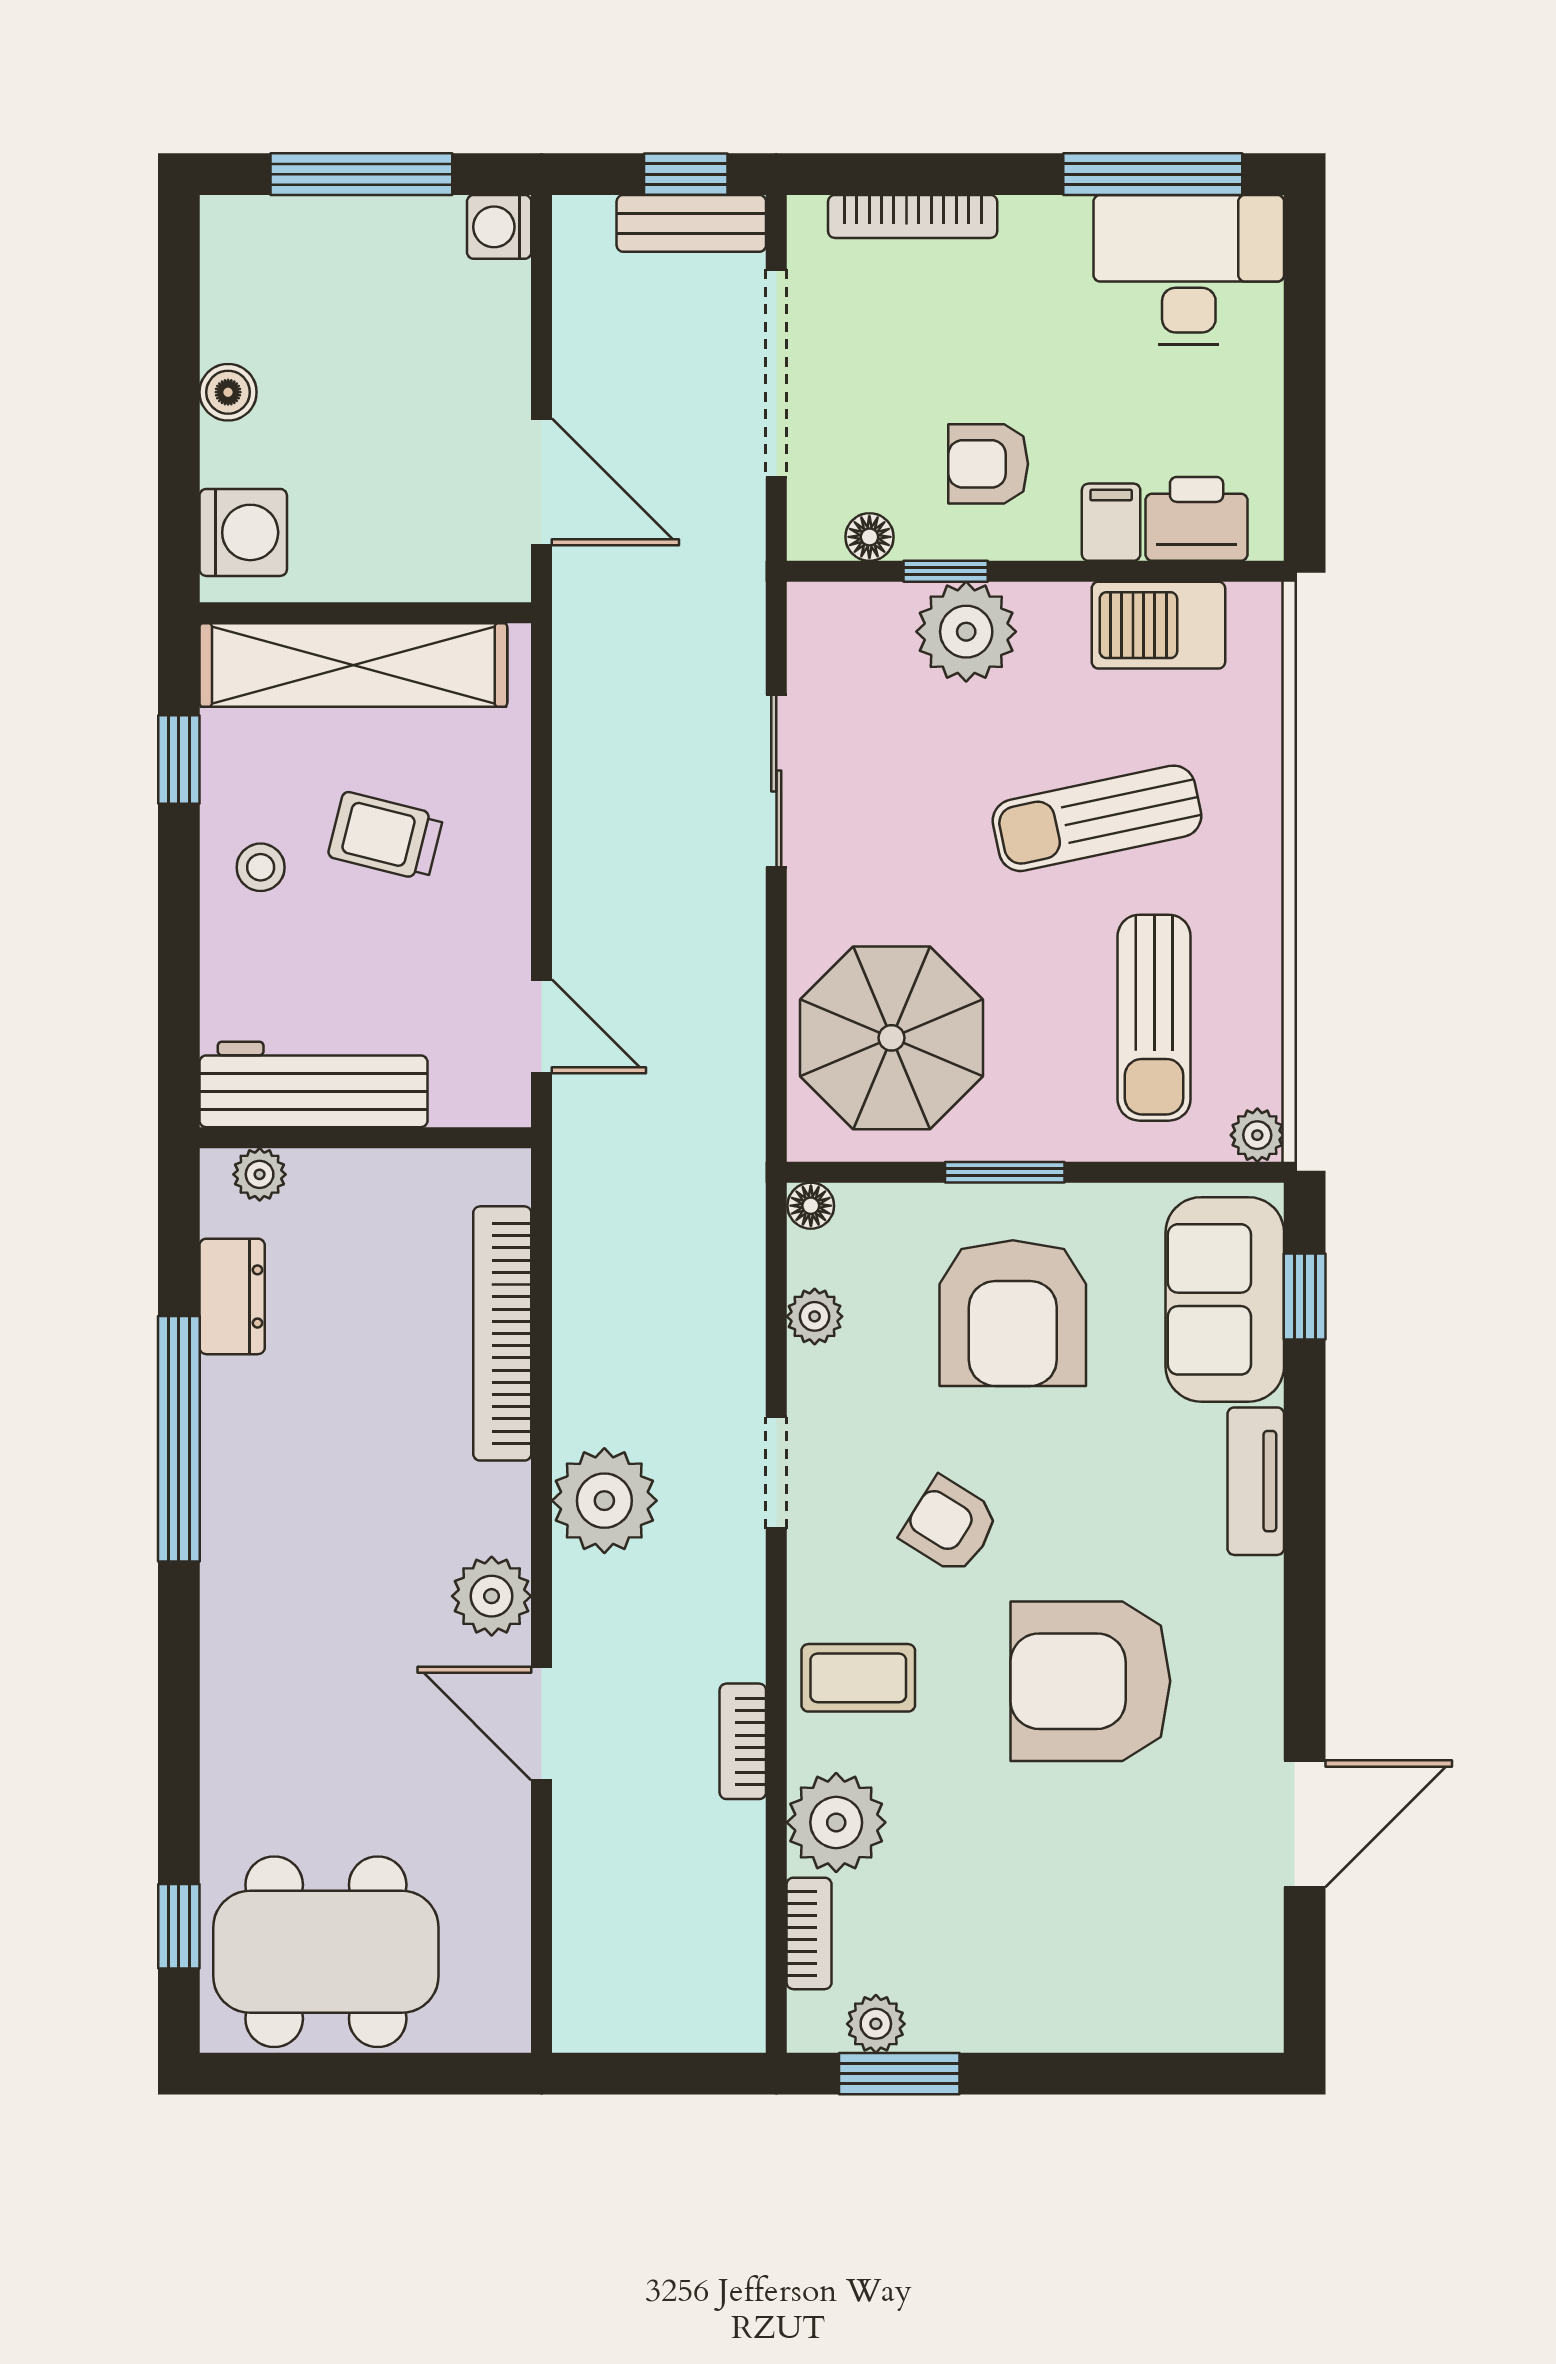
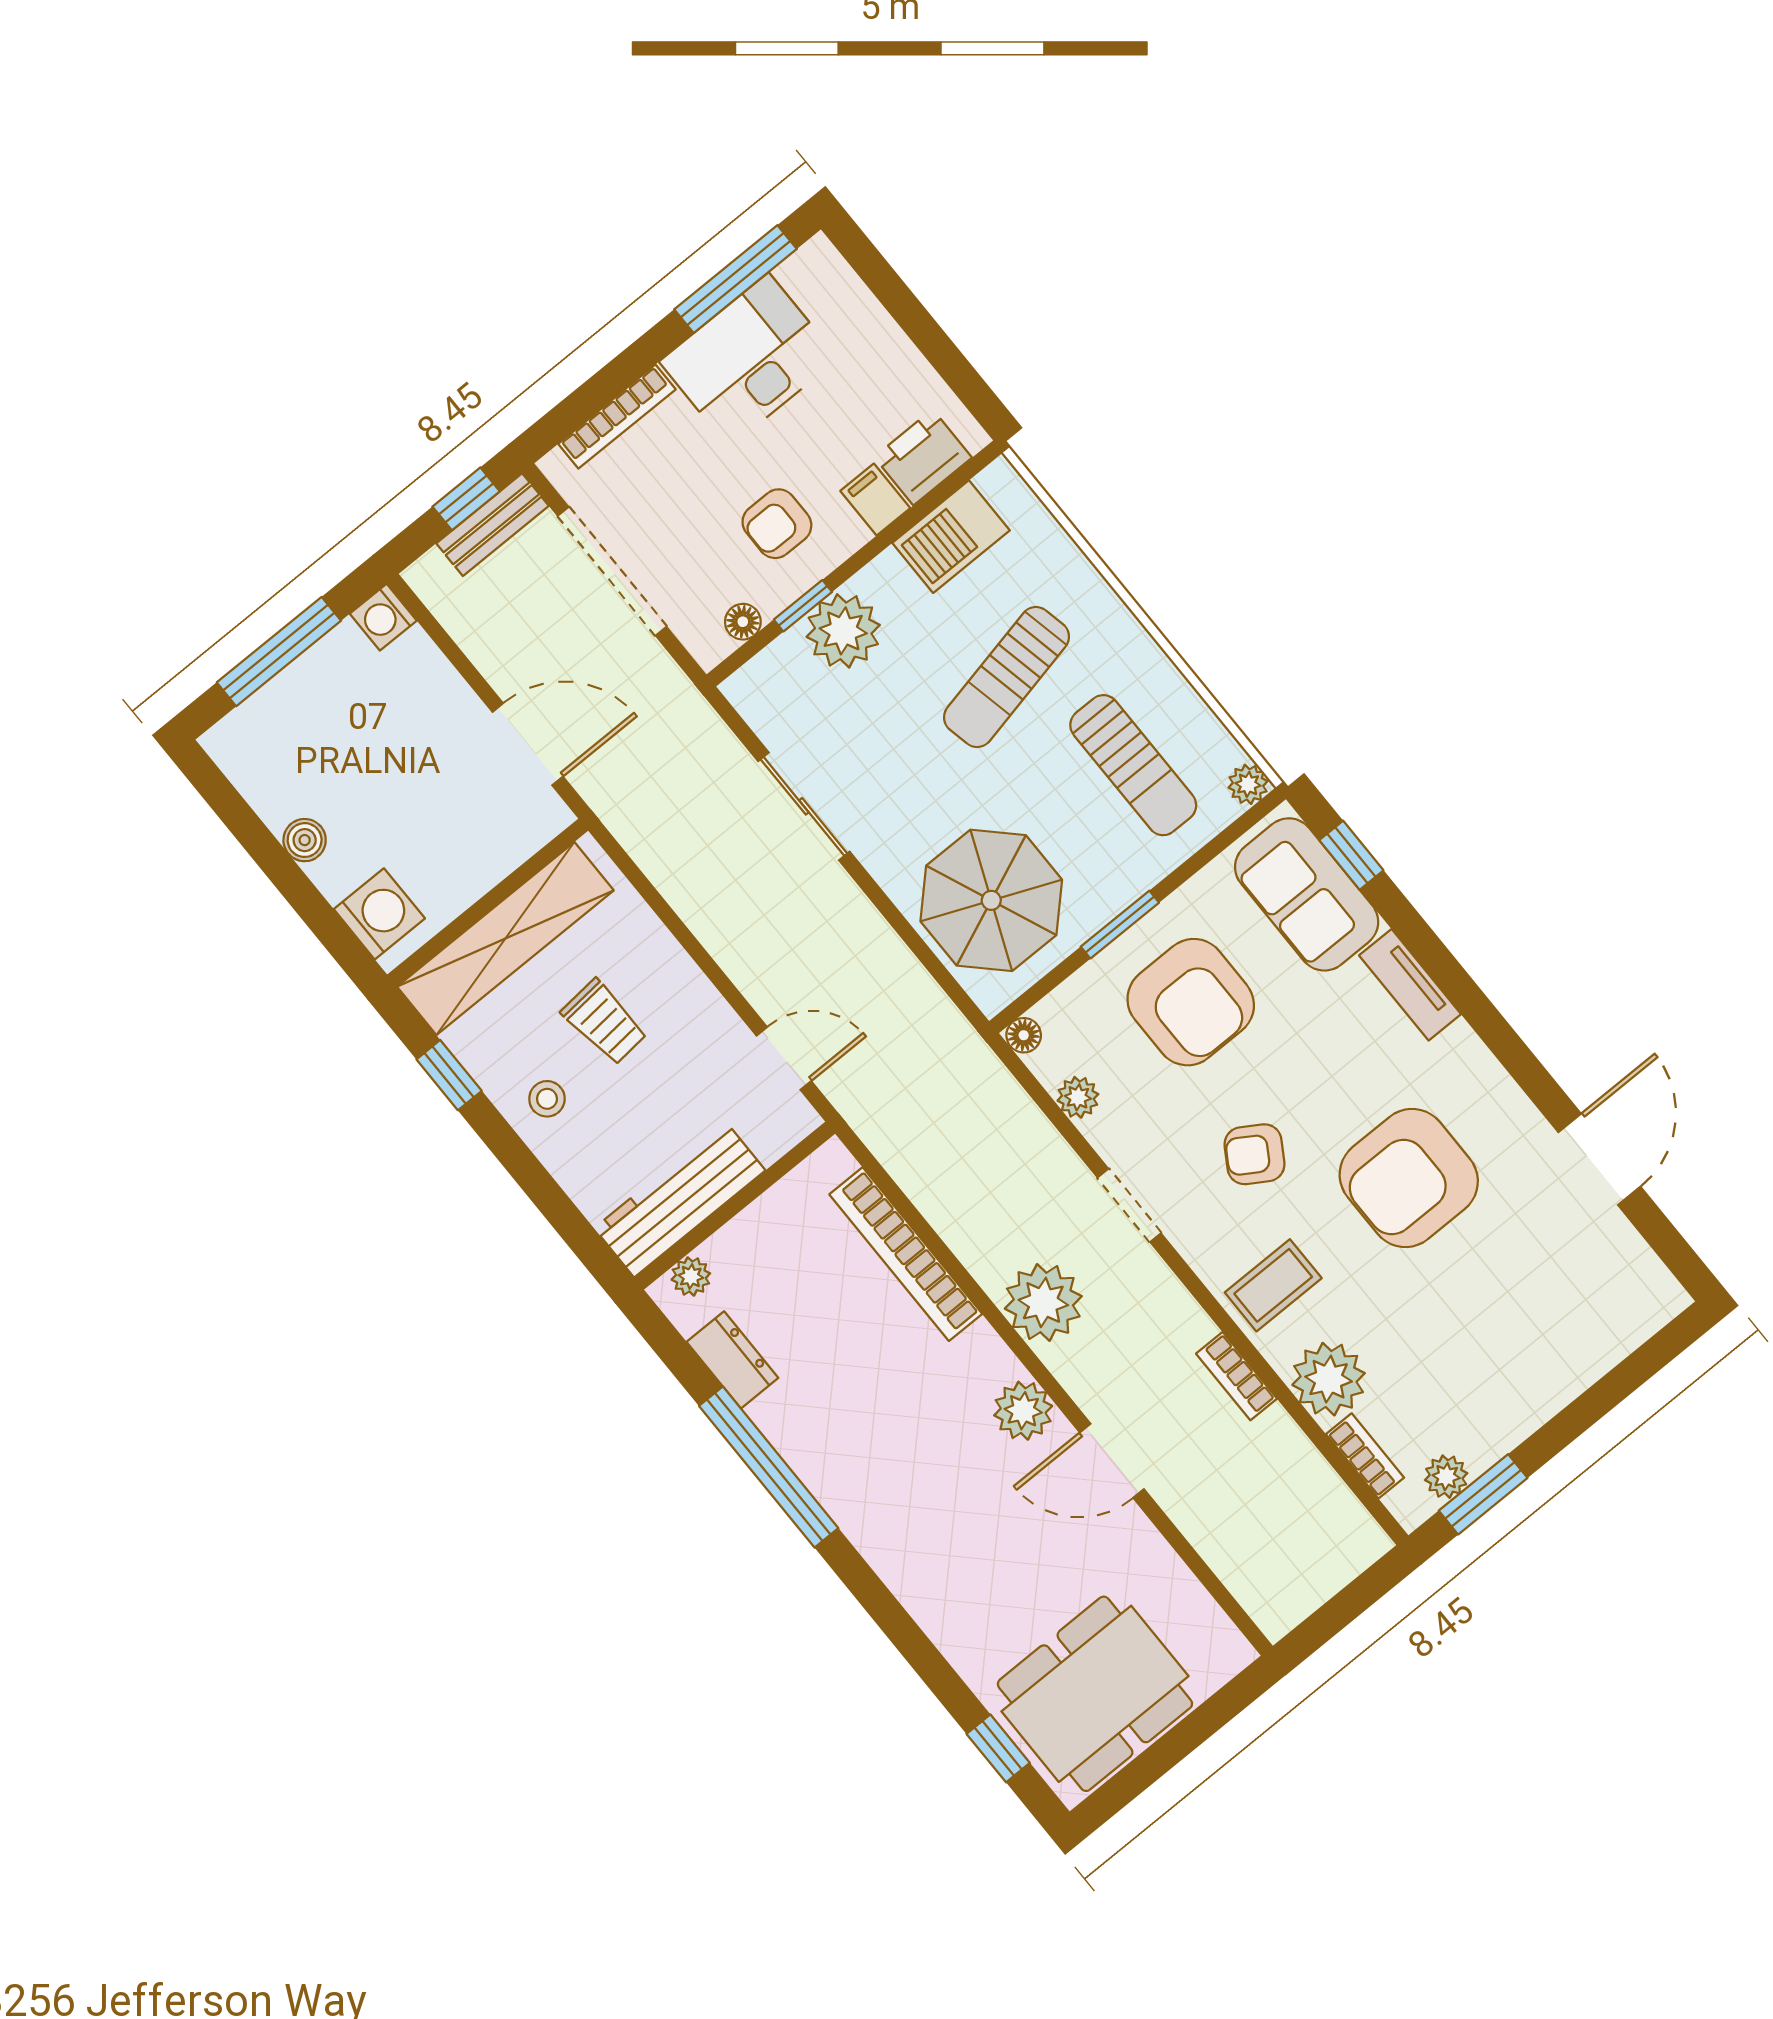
desk: (1189, 270) -> (749, 360), moved
trolley: (385, 836) -> (604, 1022), turned -109

